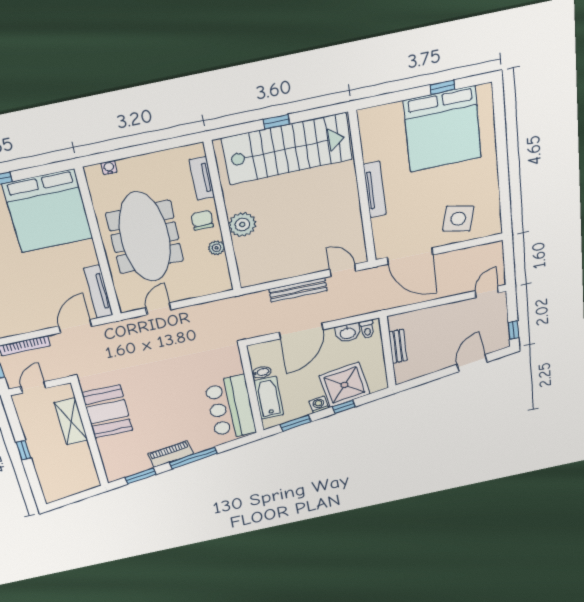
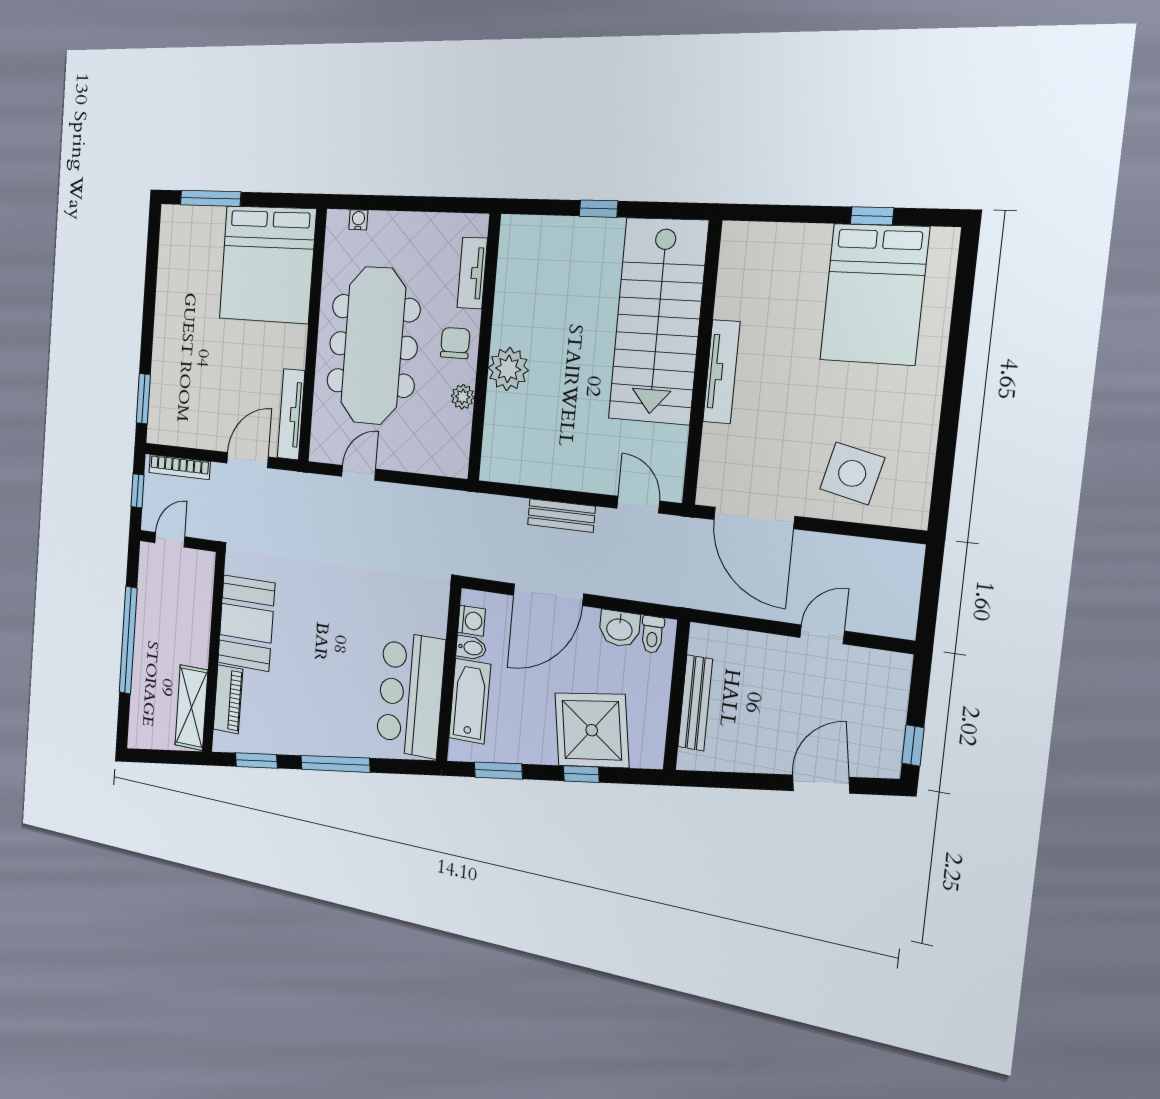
bed: (443, 129) -> (874, 294), width x0.73
stairs: (287, 149) -> (658, 321), moved, turned 90
bench: (298, 290) -> (561, 515), width x0.73
door: (487, 292) -> (822, 634), moved
bench: (398, 346) -> (695, 703), width x1.36
washing machine: (319, 405) -> (472, 621), moved, turned 99
shelving: (71, 422) -> (191, 708), moved
window: (24, 450) -> (128, 640), width x3.17
piano: (171, 454) -> (228, 699), moved, turned 99

